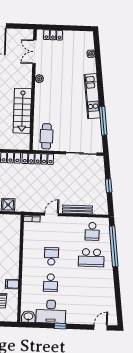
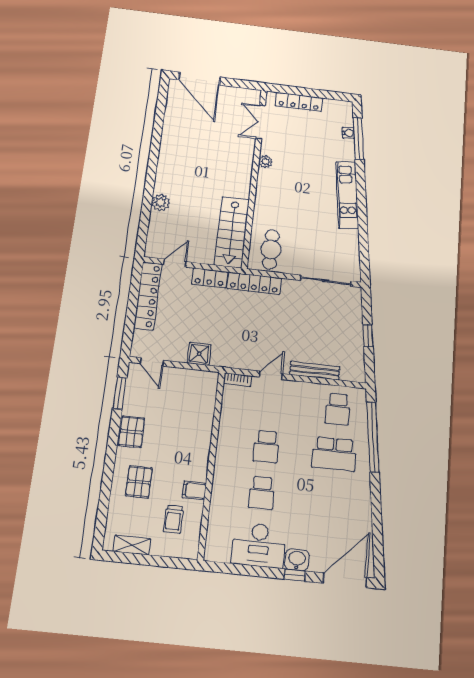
locker: (53, 35) -> (299, 102), width x1.53
stairs: (22, 111) -> (232, 232), moved
window: (103, 121) -> (358, 139), moved
school desk: (51, 256) -> (266, 447), turned 180
washbasin: (28, 317) -> (297, 560), moved
window: (60, 326) -> (295, 575), moved
door: (101, 327) -> (345, 580), width x1.87

